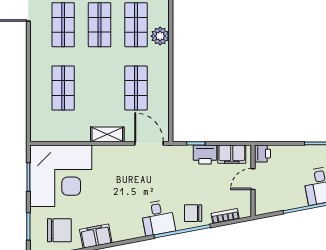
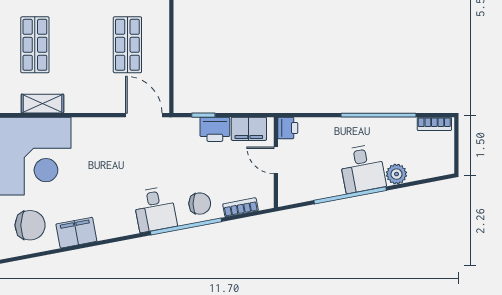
shelving: (107, 134) -> (42, 104), moved
door: (253, 179) -> (276, 160), hinge flipped
chair: (193, 213) -> (200, 204), turned 180

